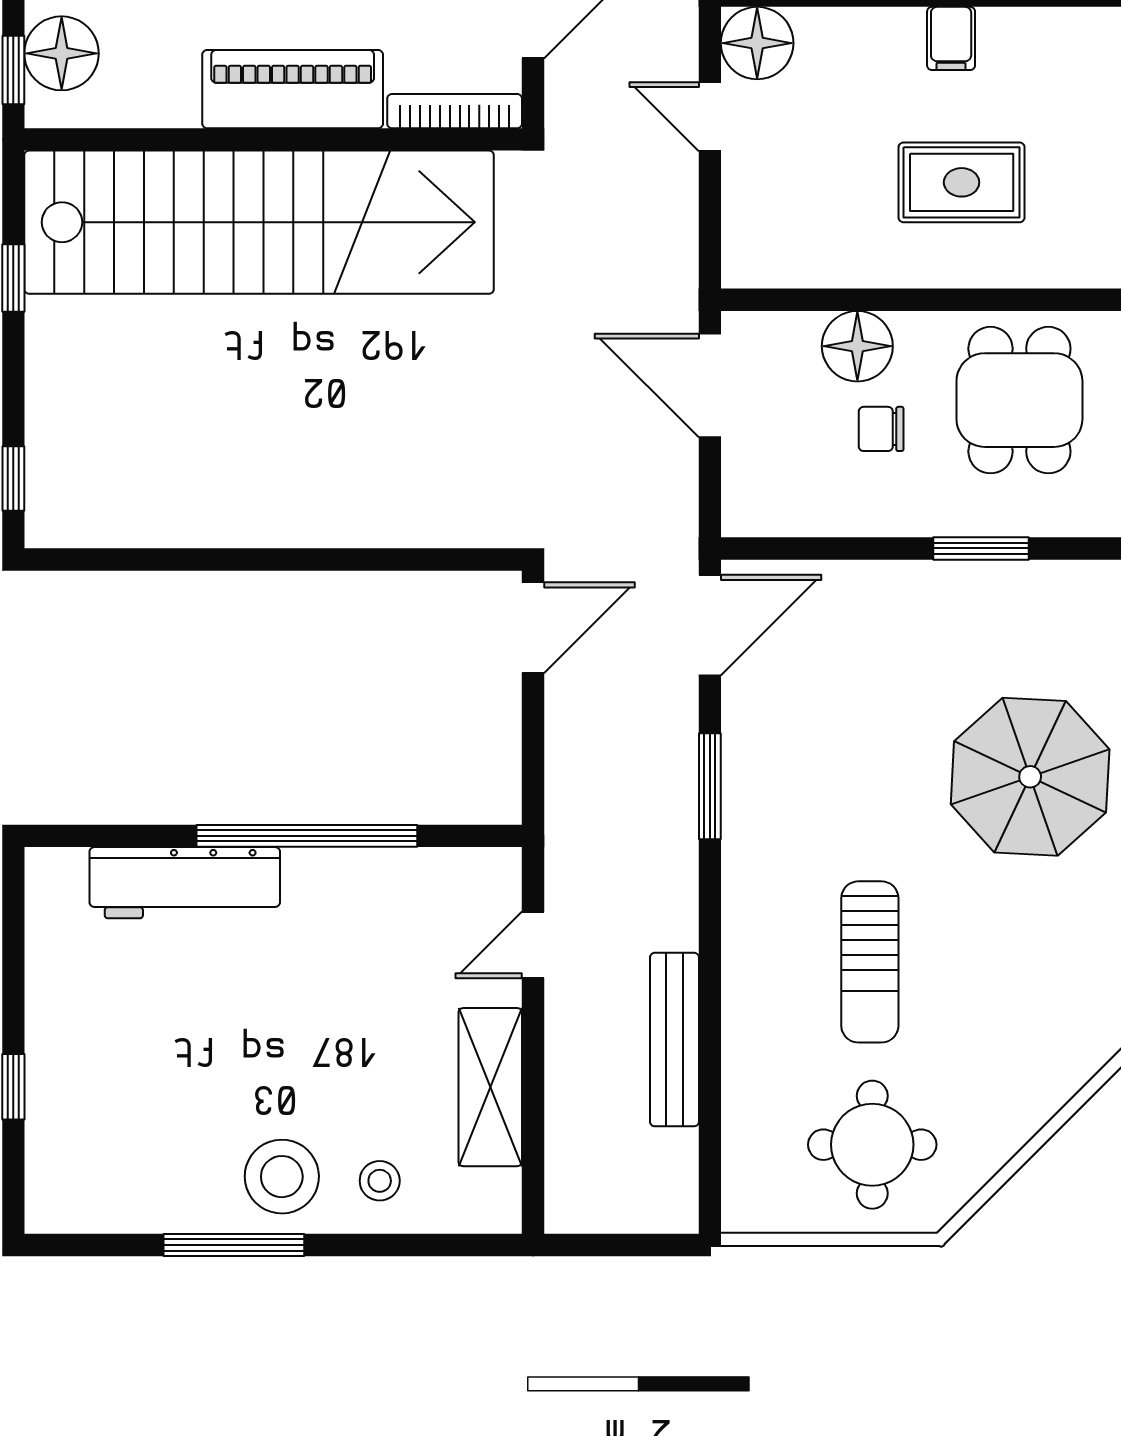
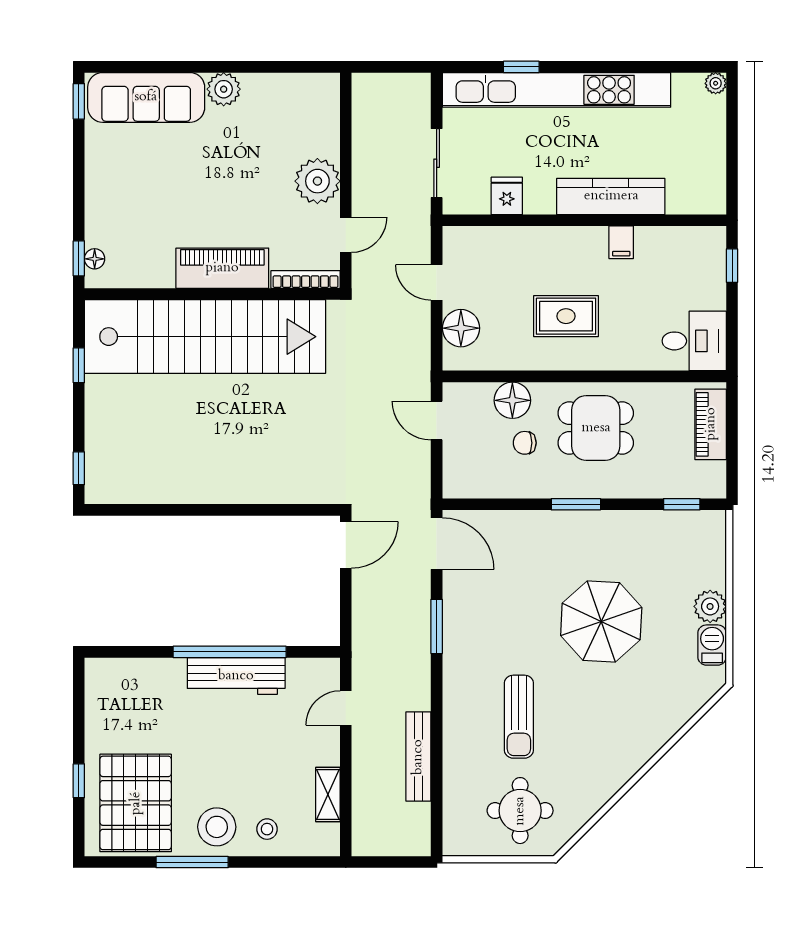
filing cabinet: (951, 38) -> (621, 242), moved
floor lamp: (757, 43) -> (461, 328), moved
floor lamp: (62, 53) -> (95, 259), width x0.53, depth x0.53
door: (710, 386) -> (437, 421), width x0.73
dining table: (1019, 400) -> (596, 428), turned 90
door: (710, 625) -> (437, 544), hinge flipped
workbench: (185, 883) -> (236, 676), moved
shelving: (490, 1087) -> (328, 795), width x0.67, depth x0.75
pallet: (124, 1130) -> (136, 803), added

